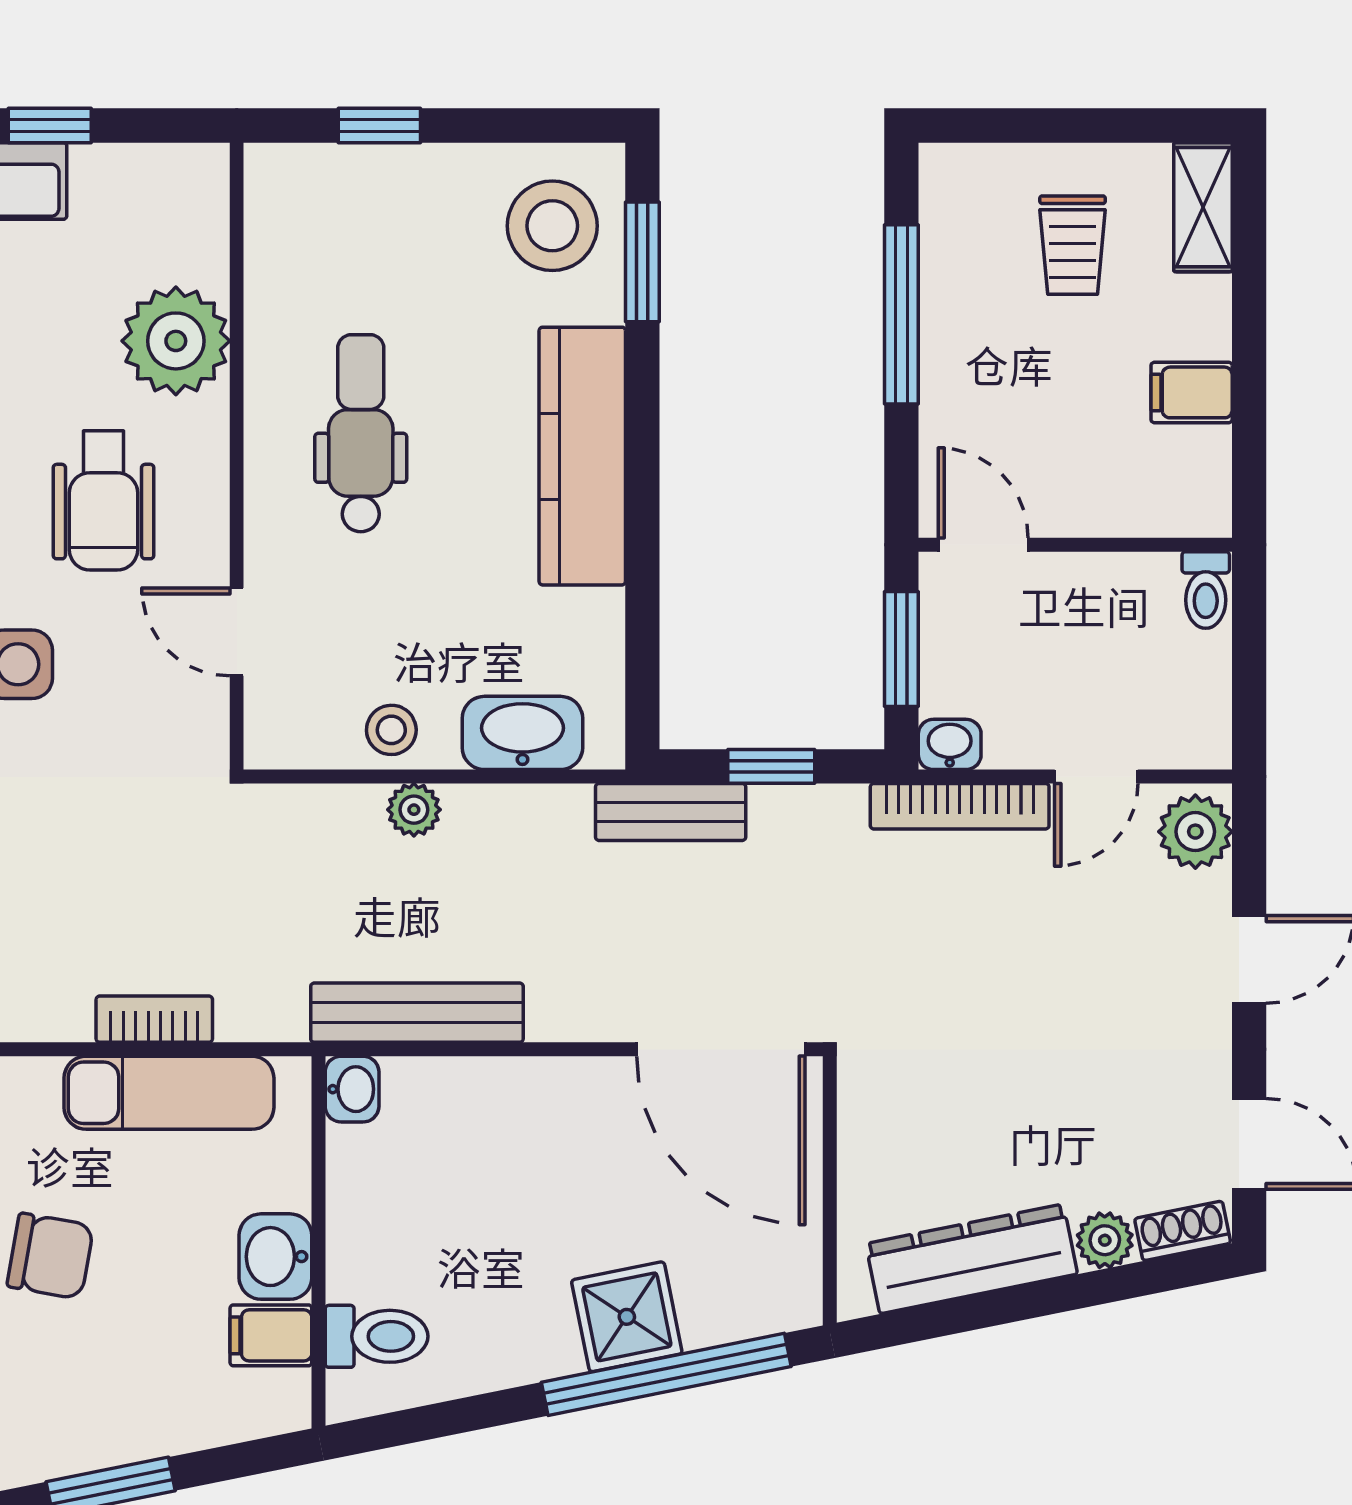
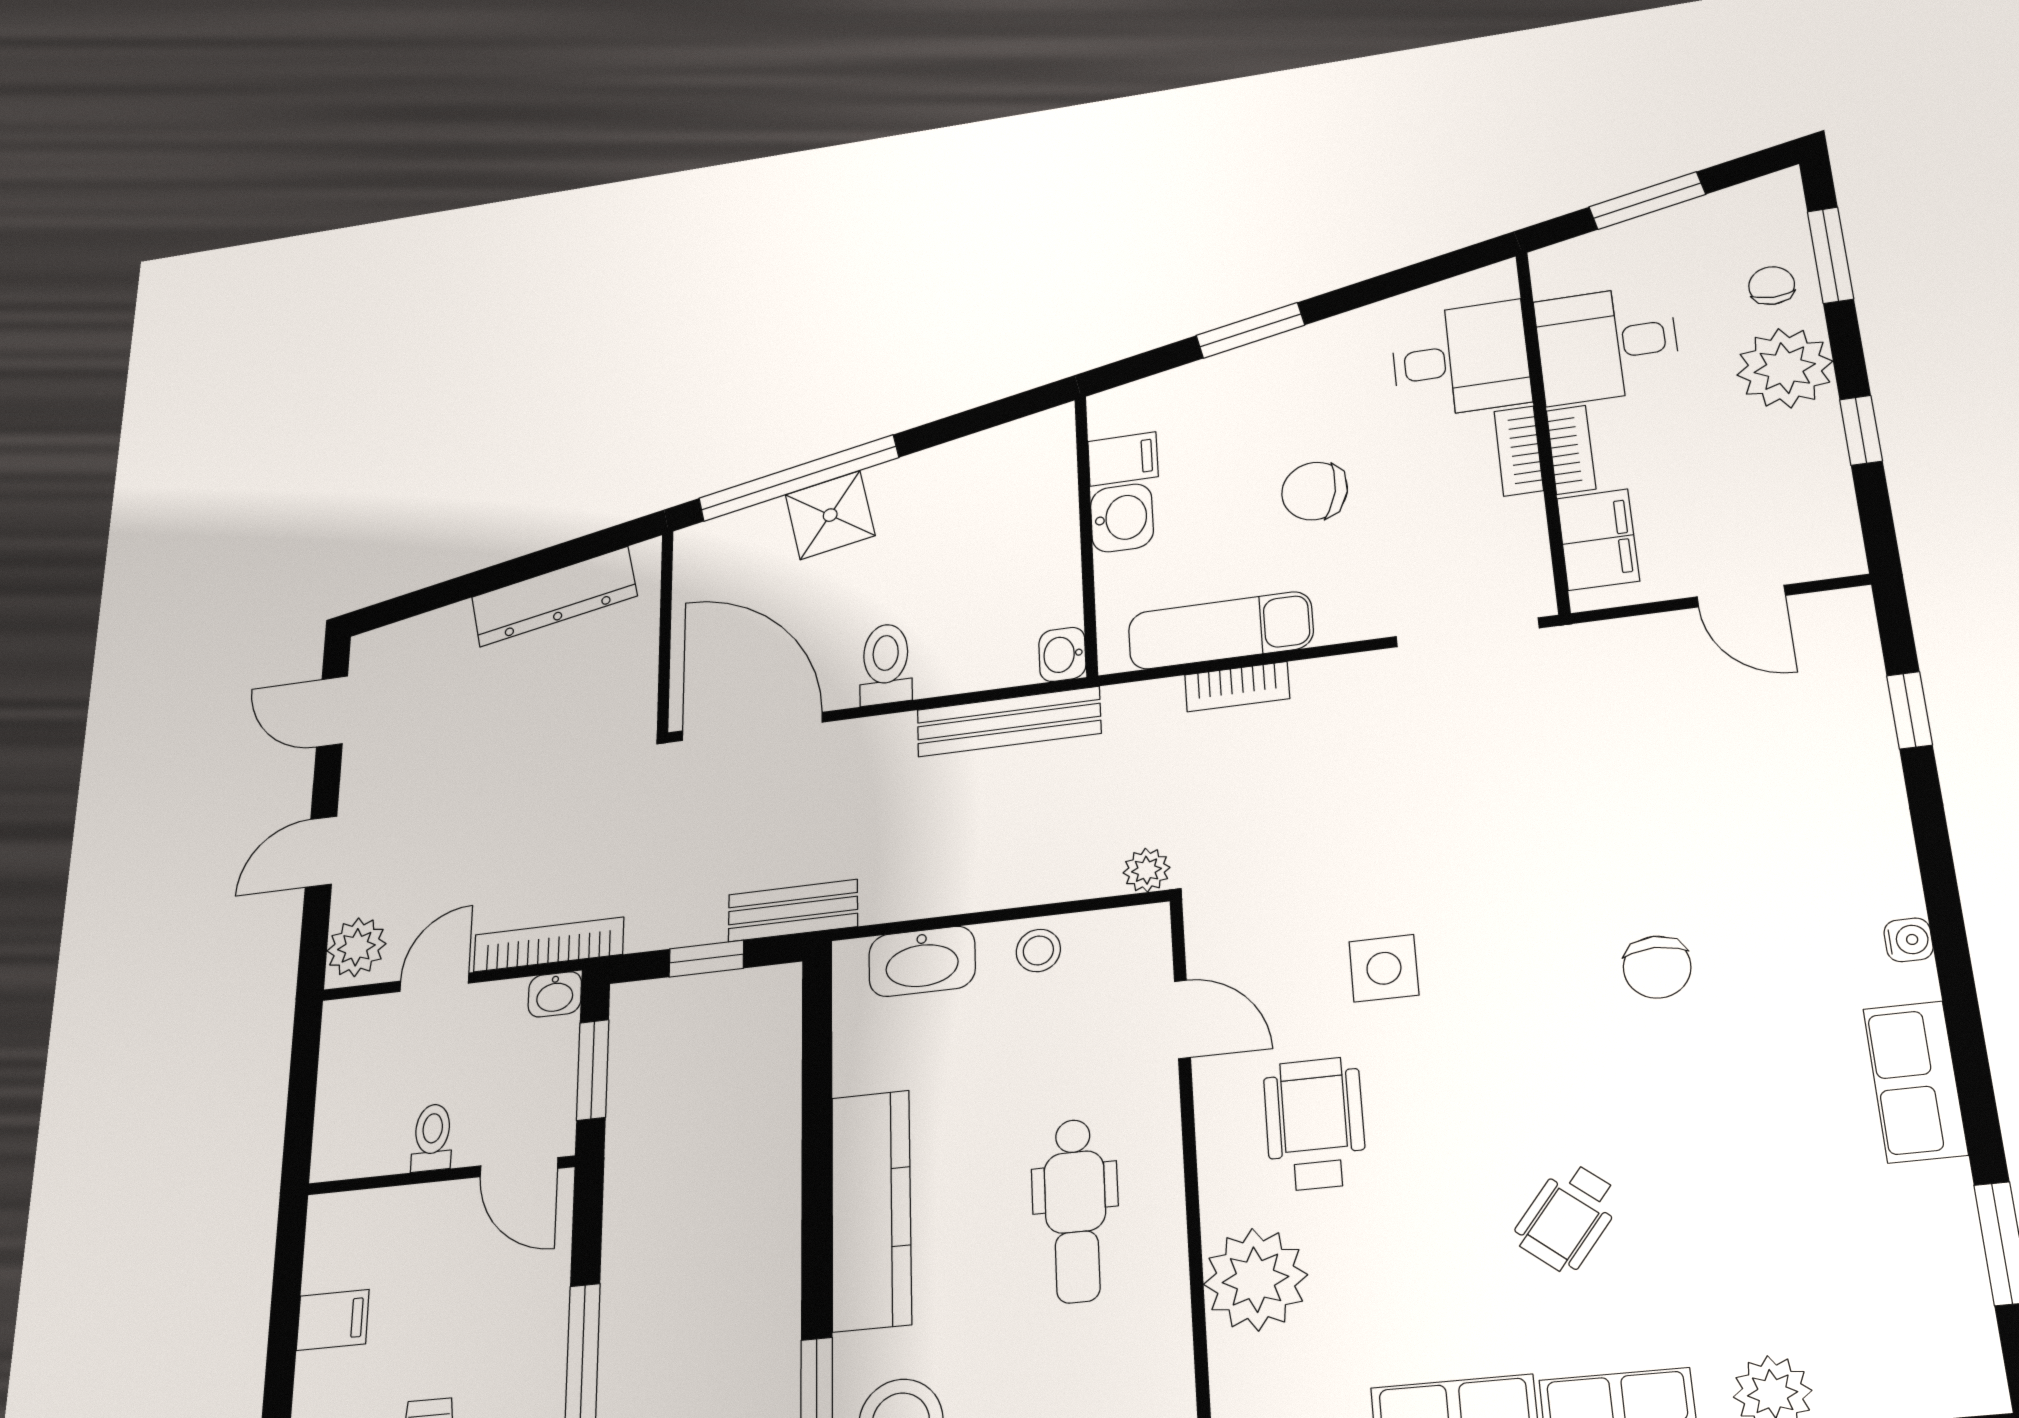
toilet: (1206, 590) -> (432, 1137), moved
plant: (414, 810) -> (1146, 870), moved
shoe rack: (1183, 1231) -> (388, 640), removed
plant: (1105, 1240) -> (449, 625), removed
toilet: (377, 1336) -> (886, 664), moved, turned 90

